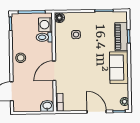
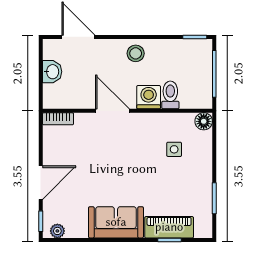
washing machine: (46, 25) -> (149, 97), moved
washbasin: (47, 106) -> (52, 72), moved

